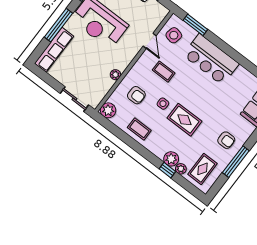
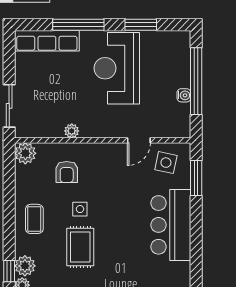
coffee table: (164, 72) -> (117, 182), removed
coffee table: (139, 129) -> (34, 219), moved

